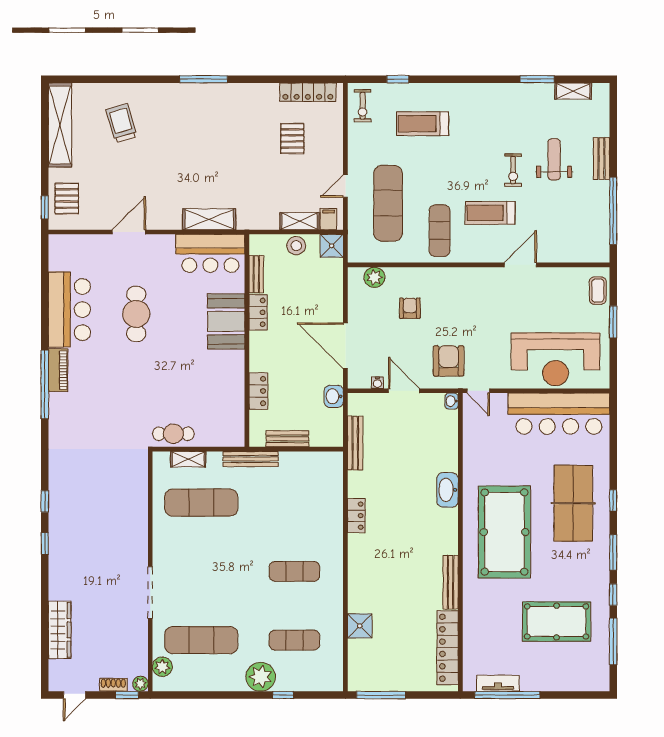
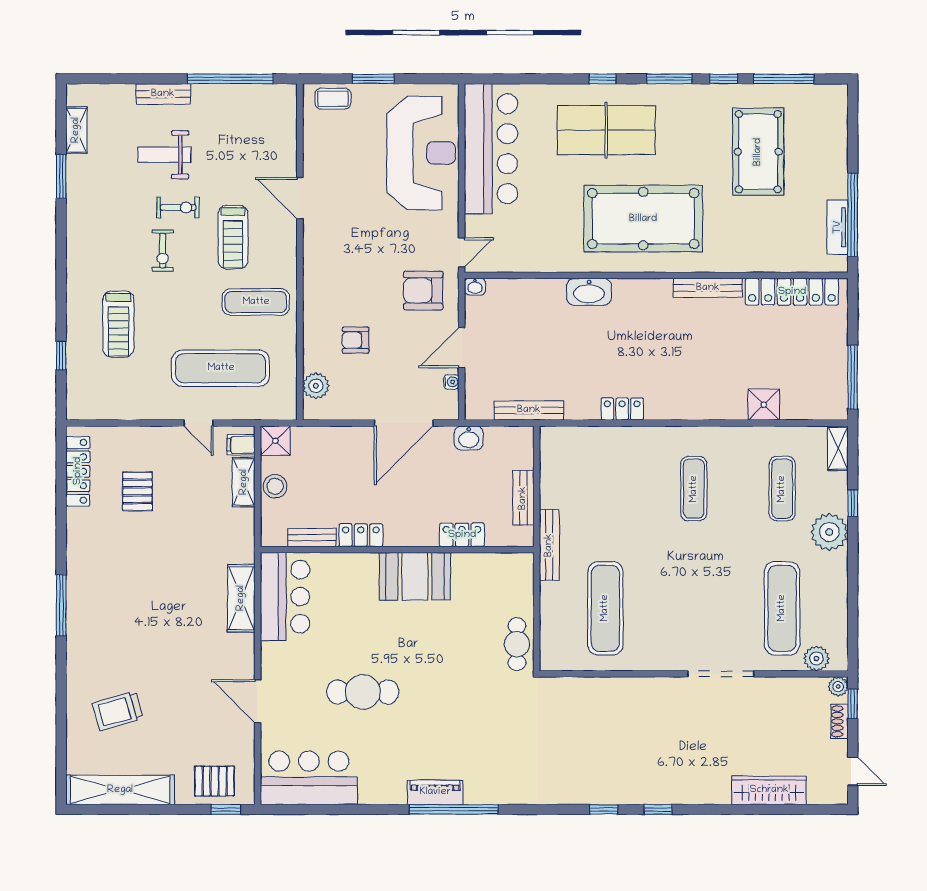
exercise bike: (363, 106) -> (163, 251), moved, turned 90
pallet: (292, 139) -> (137, 491), turned 90
bar counter: (69, 310) -> (309, 778), moved
booth: (226, 321) -> (415, 576), moved
shelving: (188, 459) -> (838, 448), moved

